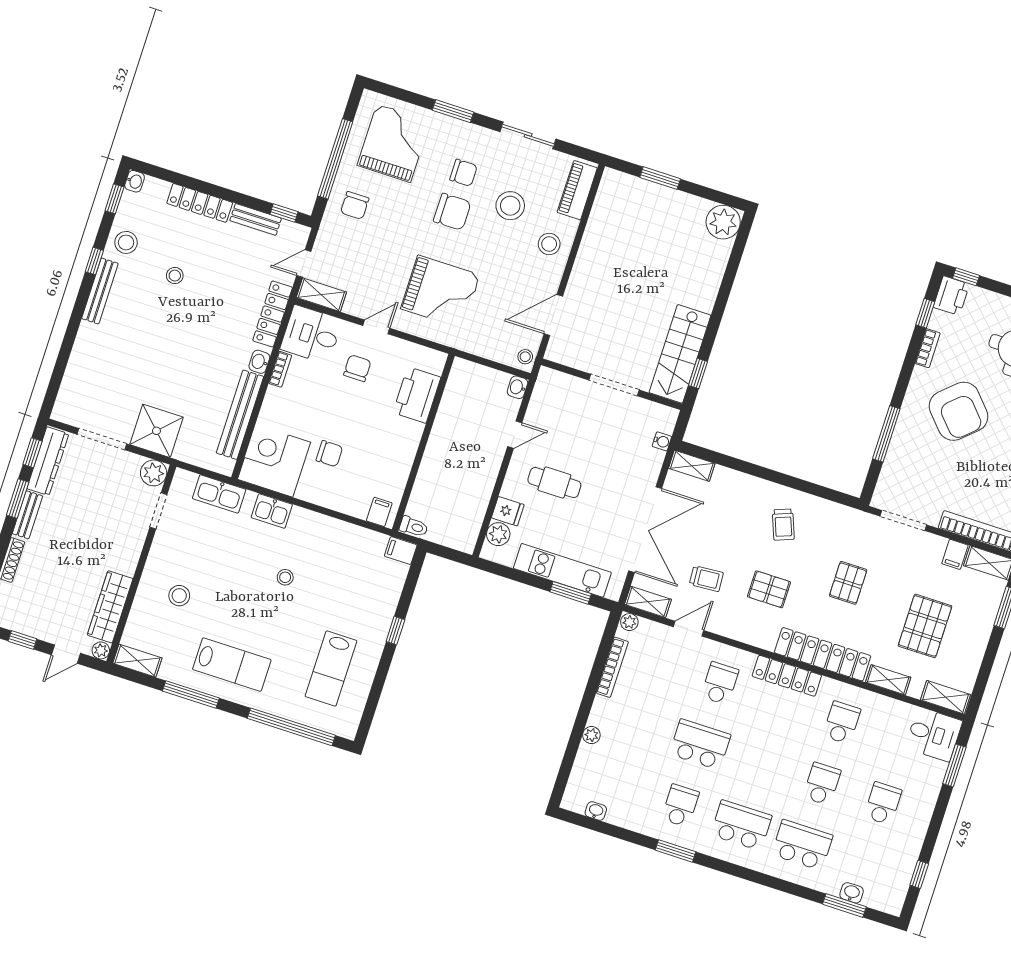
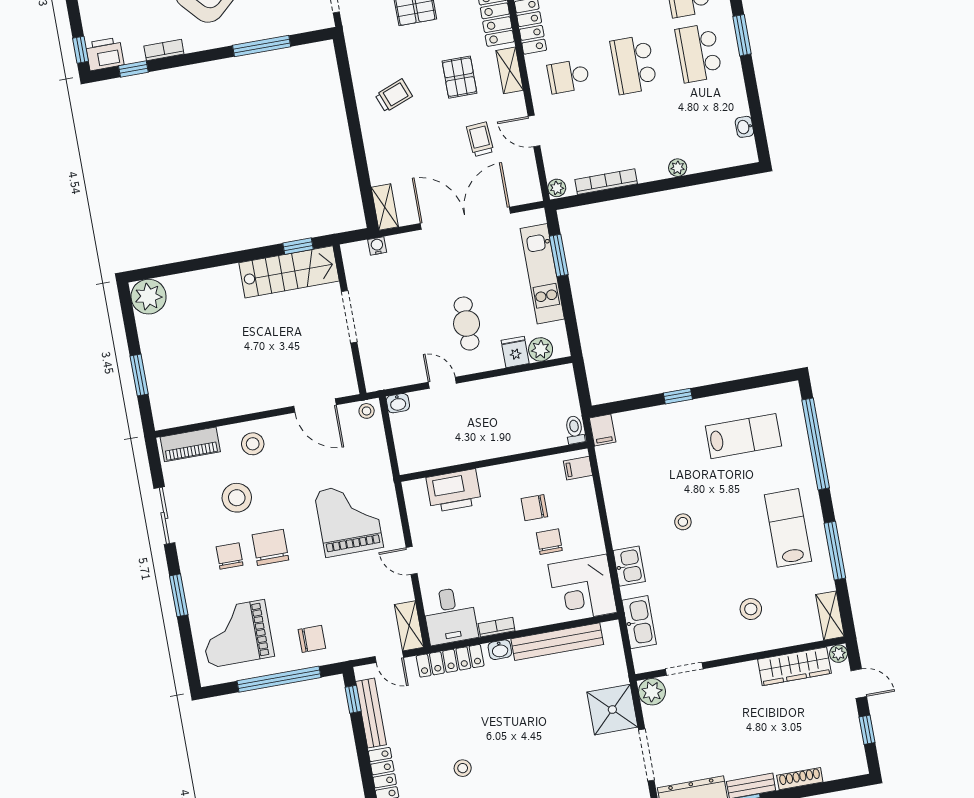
bench: (256, 219) -> (371, 713), width x1.36
chair: (357, 368) -> (534, 508), moved
shelving: (648, 602) -> (510, 70), moved
school desk: (680, 806) -> (699, 53), width x1.85

